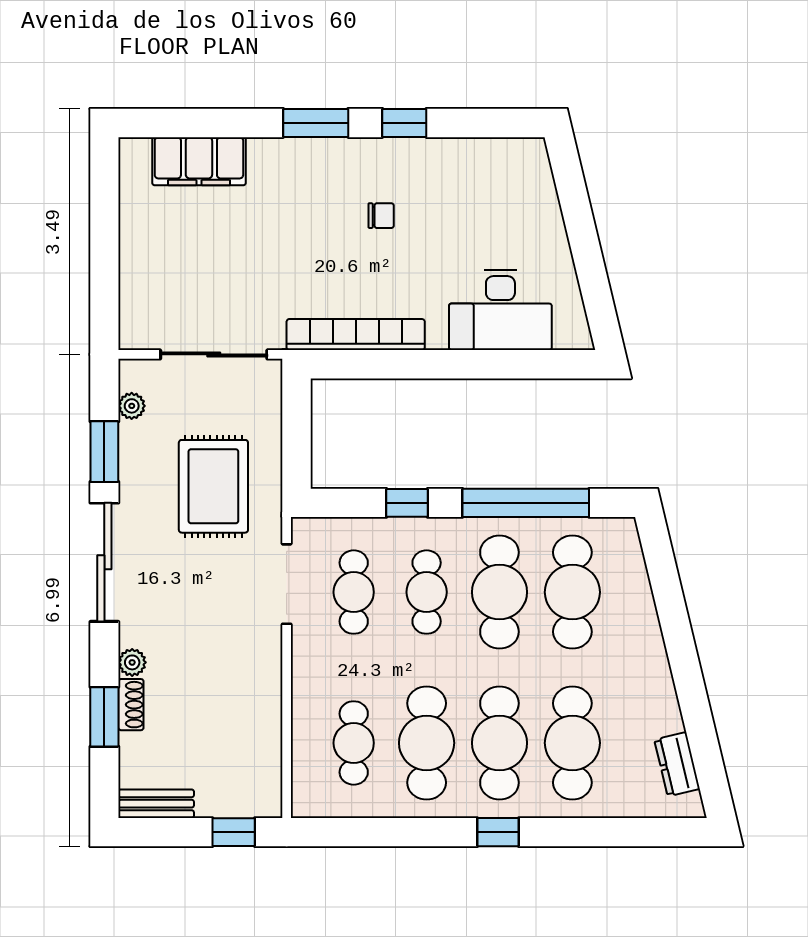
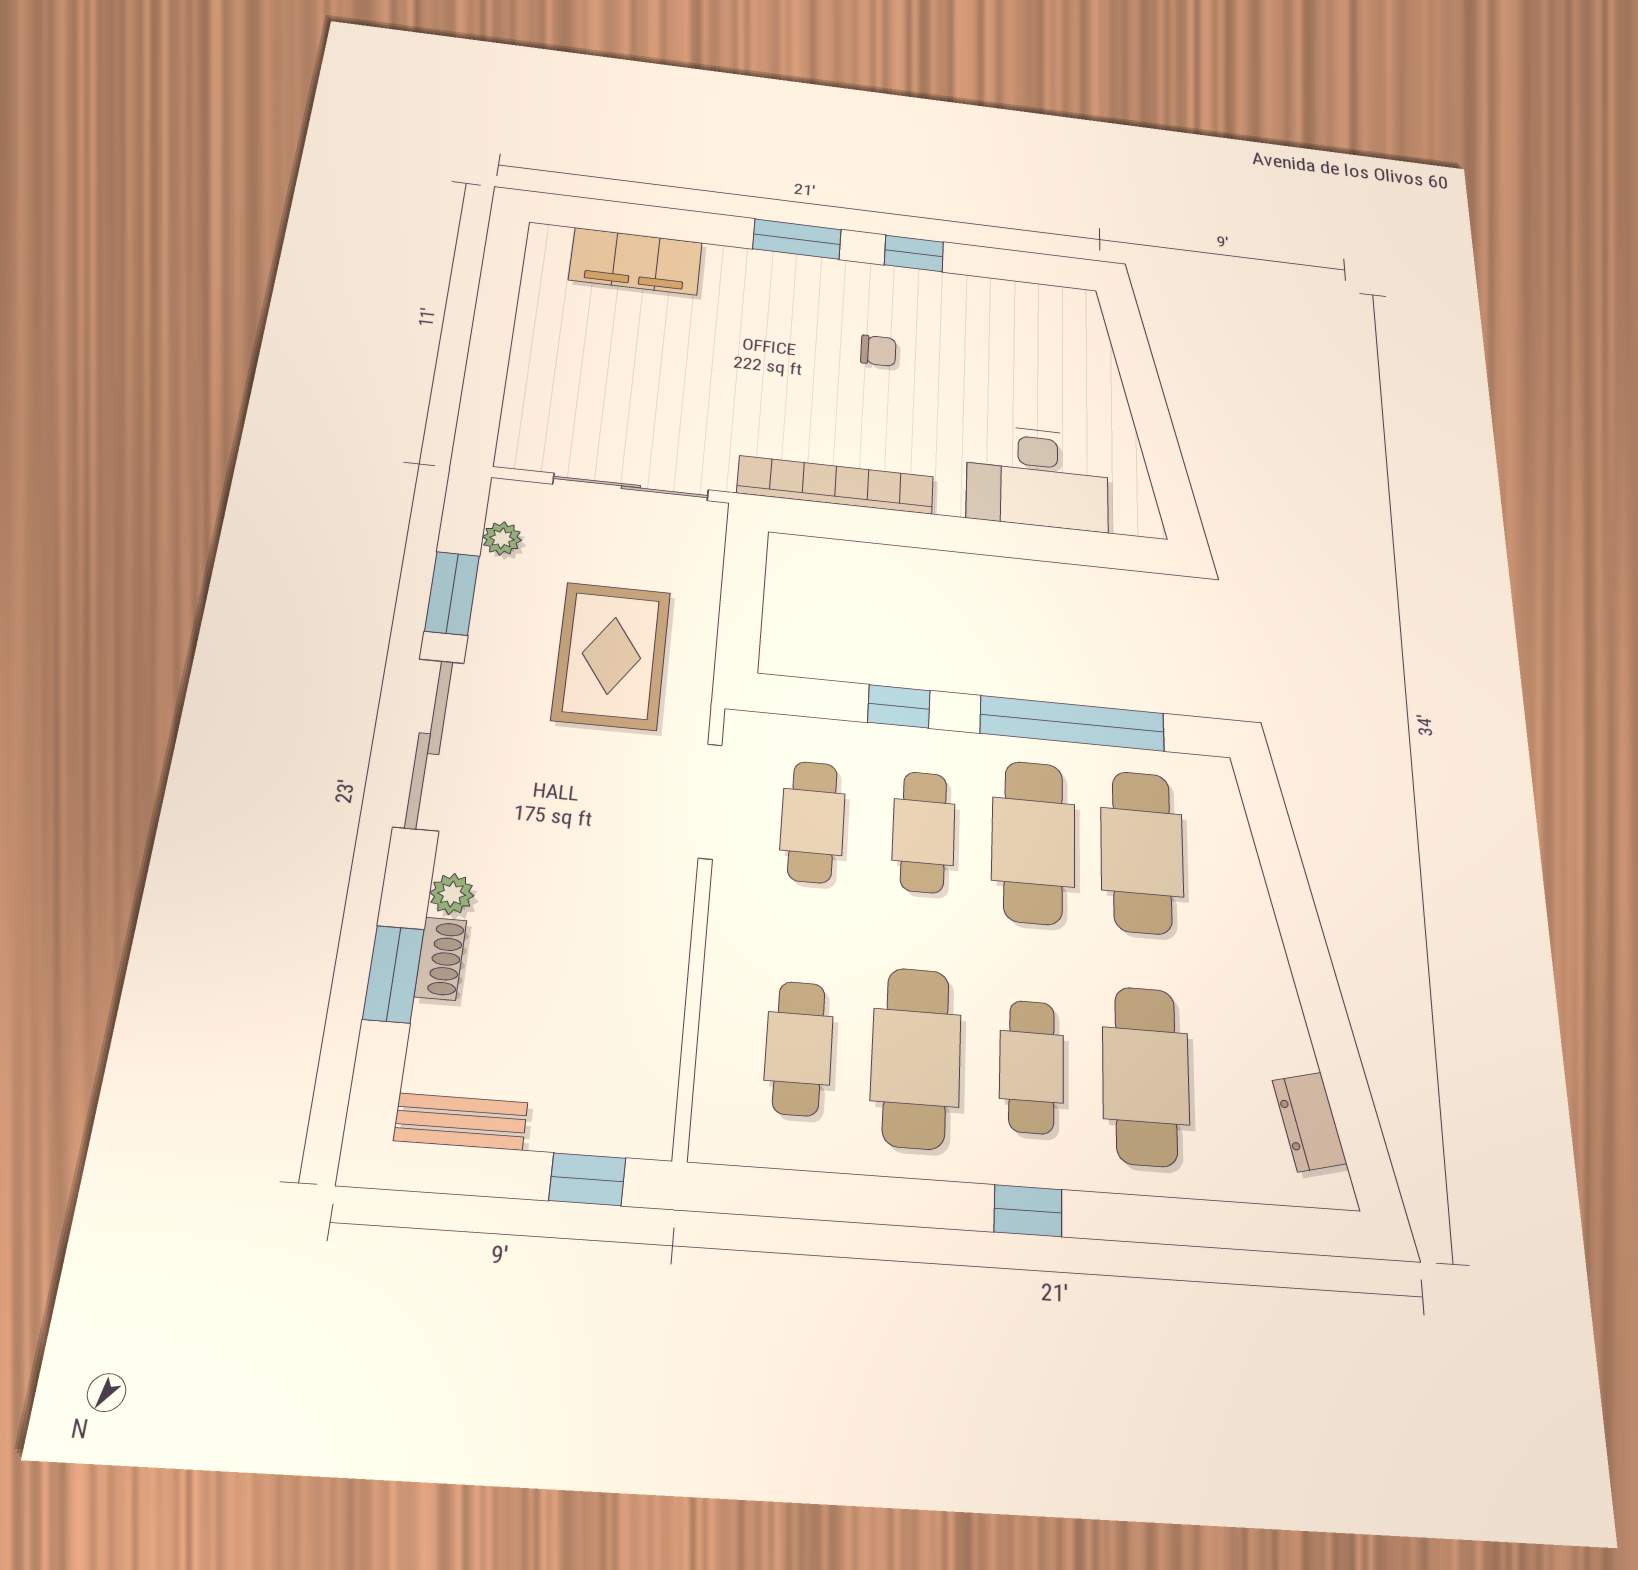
cafe table: (499, 743) -> (1032, 1067), width x0.73, depth x0.74

